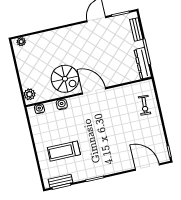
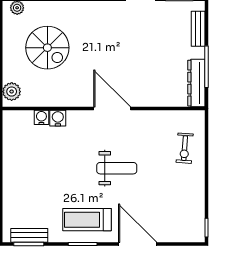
spiral stairs: (65, 79) -> (47, 48), moved
water cooler: (39, 109) -> (41, 117), moved
weight bench: (105, 127) -> (117, 168), added
treadmill: (64, 151) -> (87, 220), moved
door: (147, 167) -> (138, 244), moved

